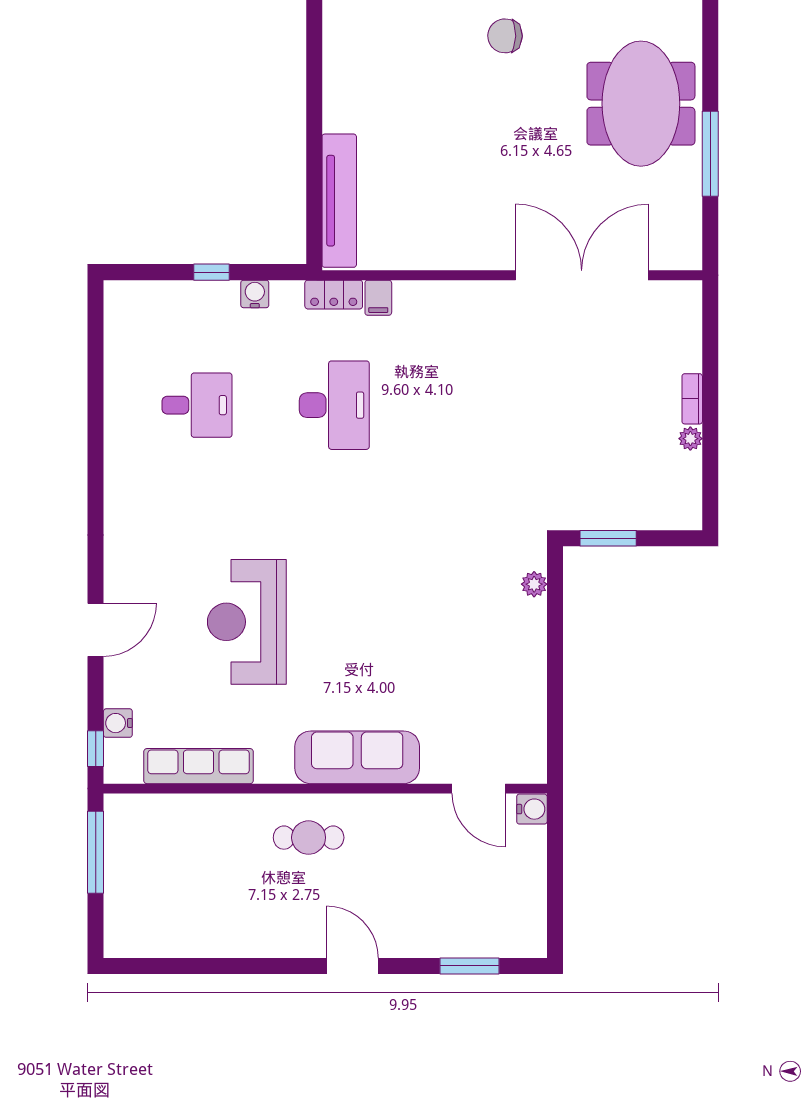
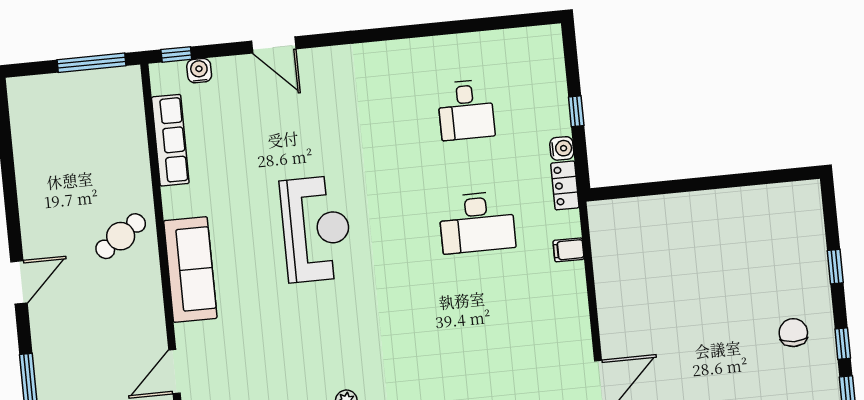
tv unit: (339, 201) -> (645, 210), removed
locker: (334, 295) -> (565, 185), moved
reception desk: (247, 622) -> (316, 229), moved, turned 90
cafe table: (309, 838) -> (121, 236), turned 55

